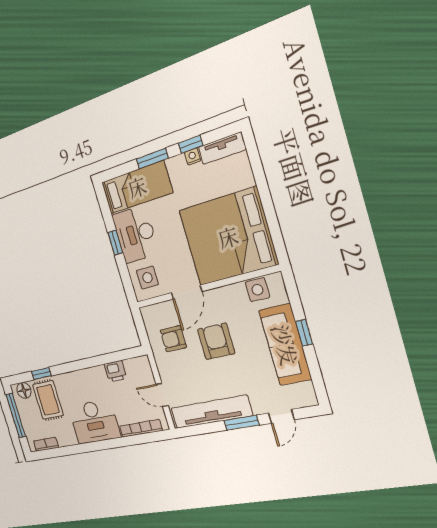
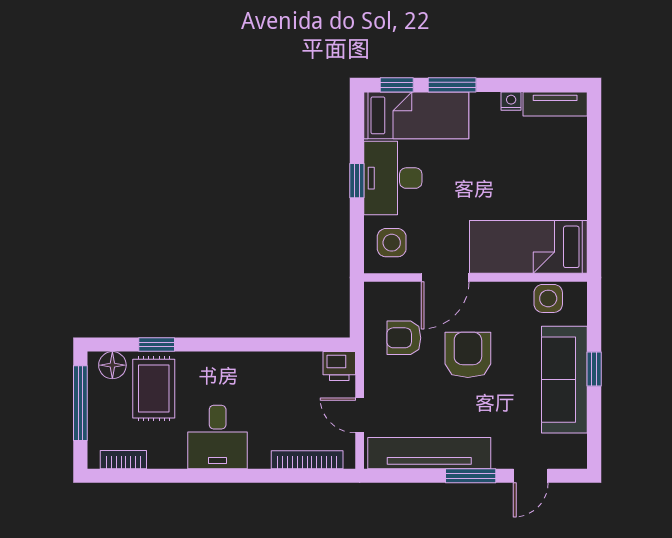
window: (191, 144) -> (397, 85), moved
bed: (228, 237) -> (528, 247), width x0.49
printer: (115, 371) -> (339, 366), moved
desk: (94, 422) -> (218, 437), width x0.73

